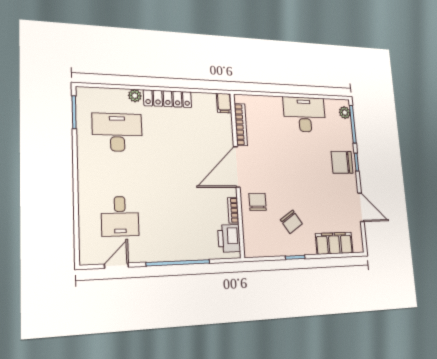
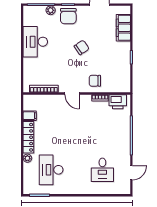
filing cabinet: (224, 103) -> (30, 116), moved
plant: (345, 113) -> (51, 10), moved
door: (237, 167) -> (72, 94), width x0.53
desk: (120, 216) -> (102, 170), turned 90
chair: (291, 222) -> (82, 47), moved
door: (116, 266) -> (131, 173), swing flipped

